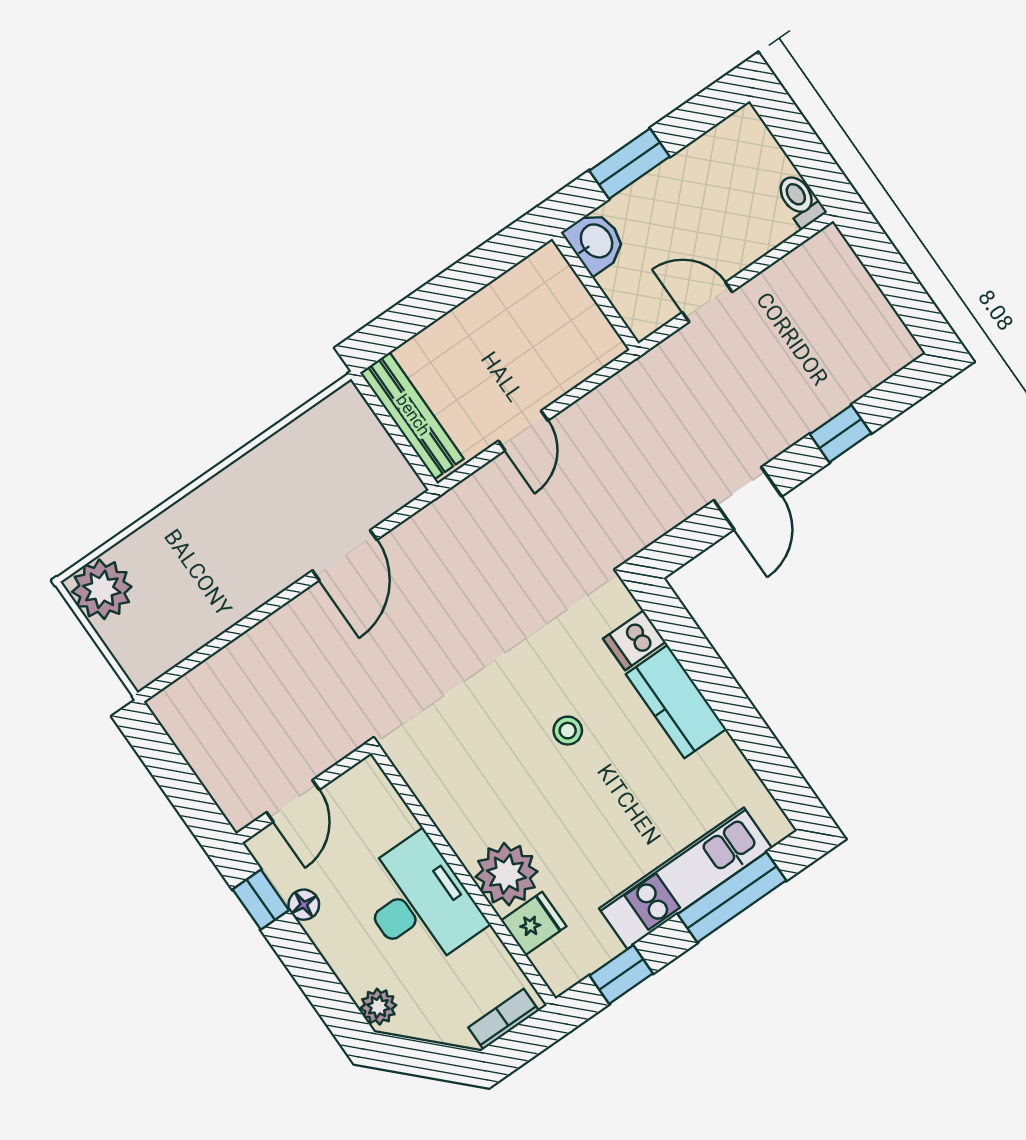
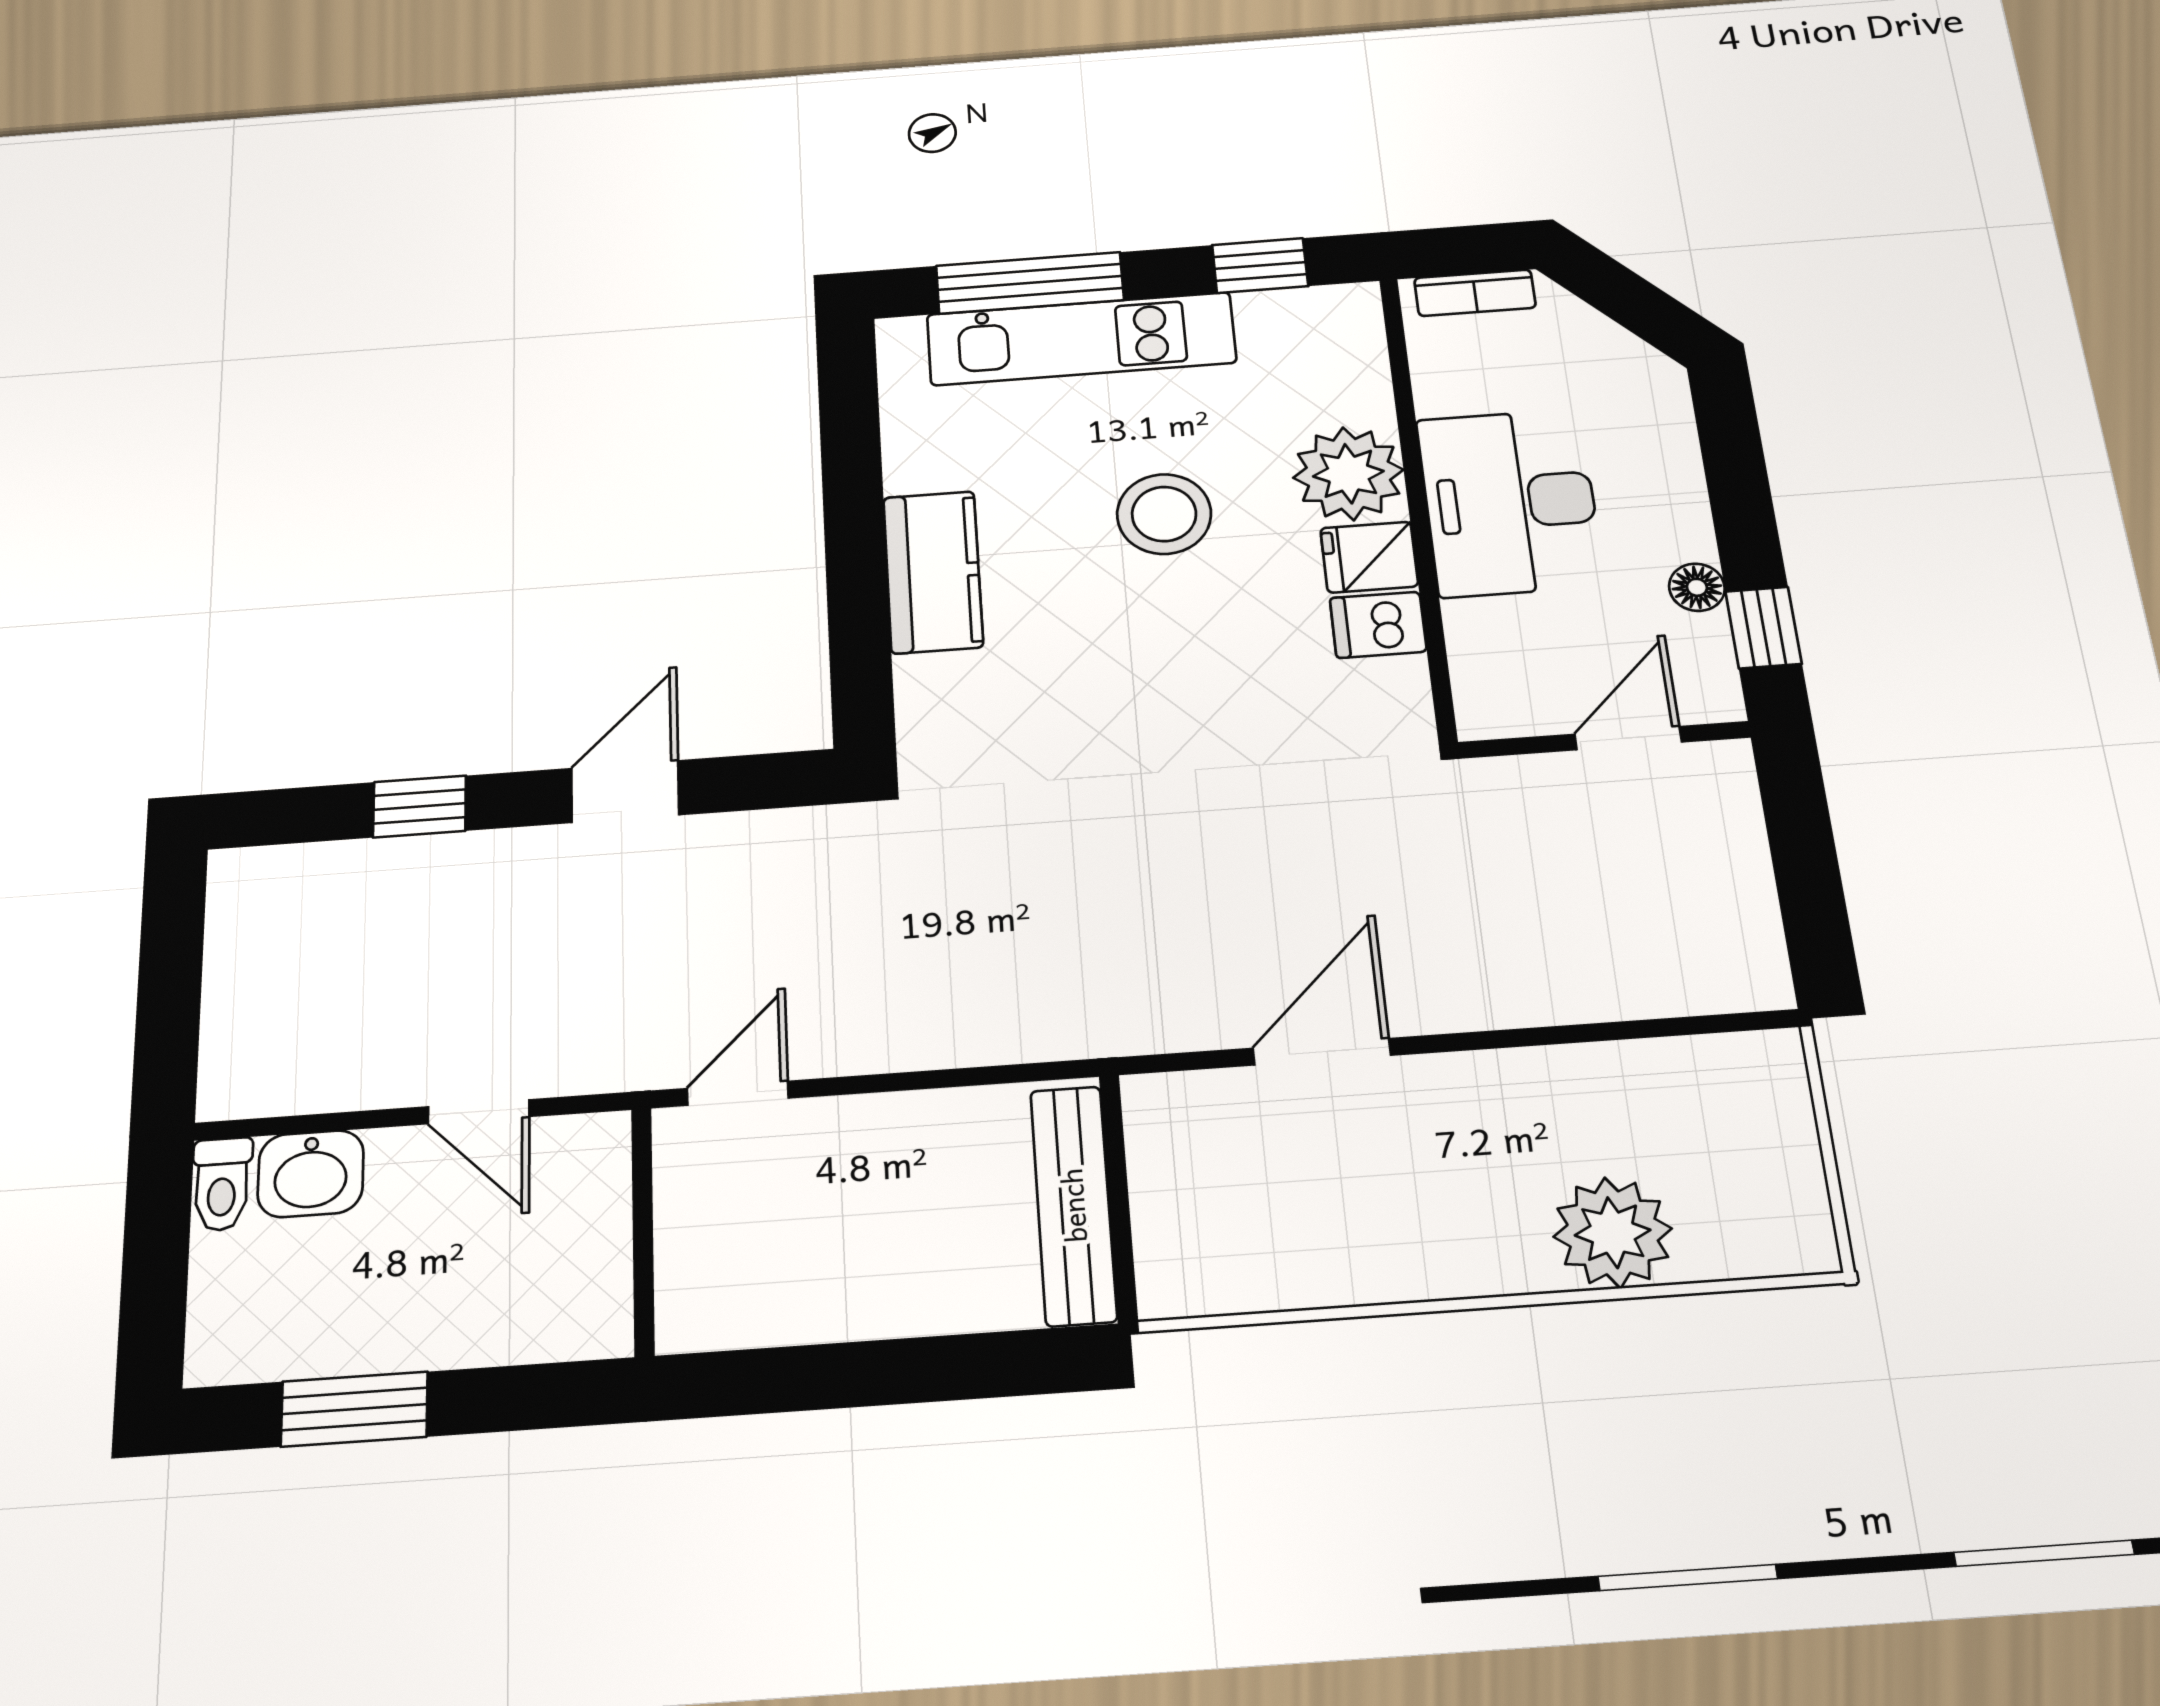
window: (630, 164) -> (354, 1409), moved
washbasin: (595, 242) -> (311, 1174), moved, turned -90
door: (523, 431) -> (738, 1093), moved
plant: (102, 589) -> (1613, 1233), moved
dishwasher: (634, 640) -> (1378, 625), moved, turned 180
stool: (568, 731) -> (1164, 514), moved, width x1.89, depth x1.89
fridge: (534, 923) -> (1369, 557), moved
plant: (378, 1007) -> (1660, 398), removed

